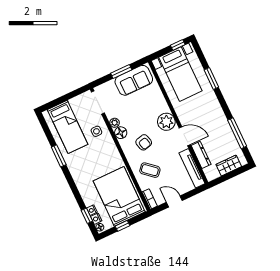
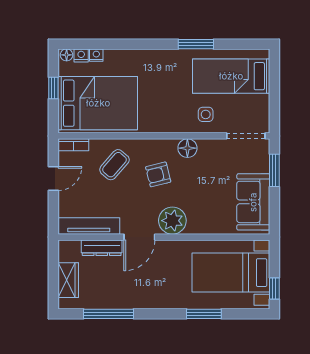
window: (121, 71) -> (274, 170), moved
plant: (115, 123) -> (206, 146), removed
window: (87, 216) -> (92, 44), removed

